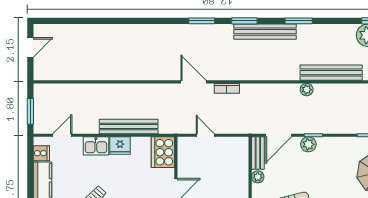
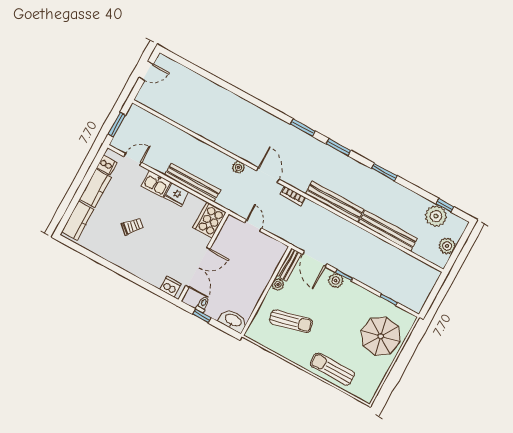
bench: (265, 32) -> (335, 201), moved
plant: (307, 90) -> (238, 167), moved
door: (278, 135) -> (315, 259), hinge flipped

